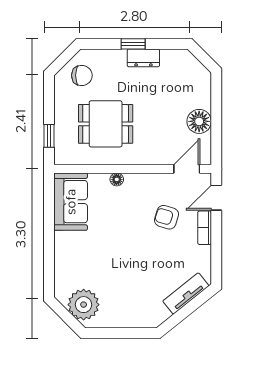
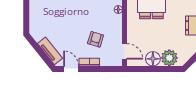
plant: (197, 94) -> (169, 58), added
door: (216, 198) -> (71, 69), moved

